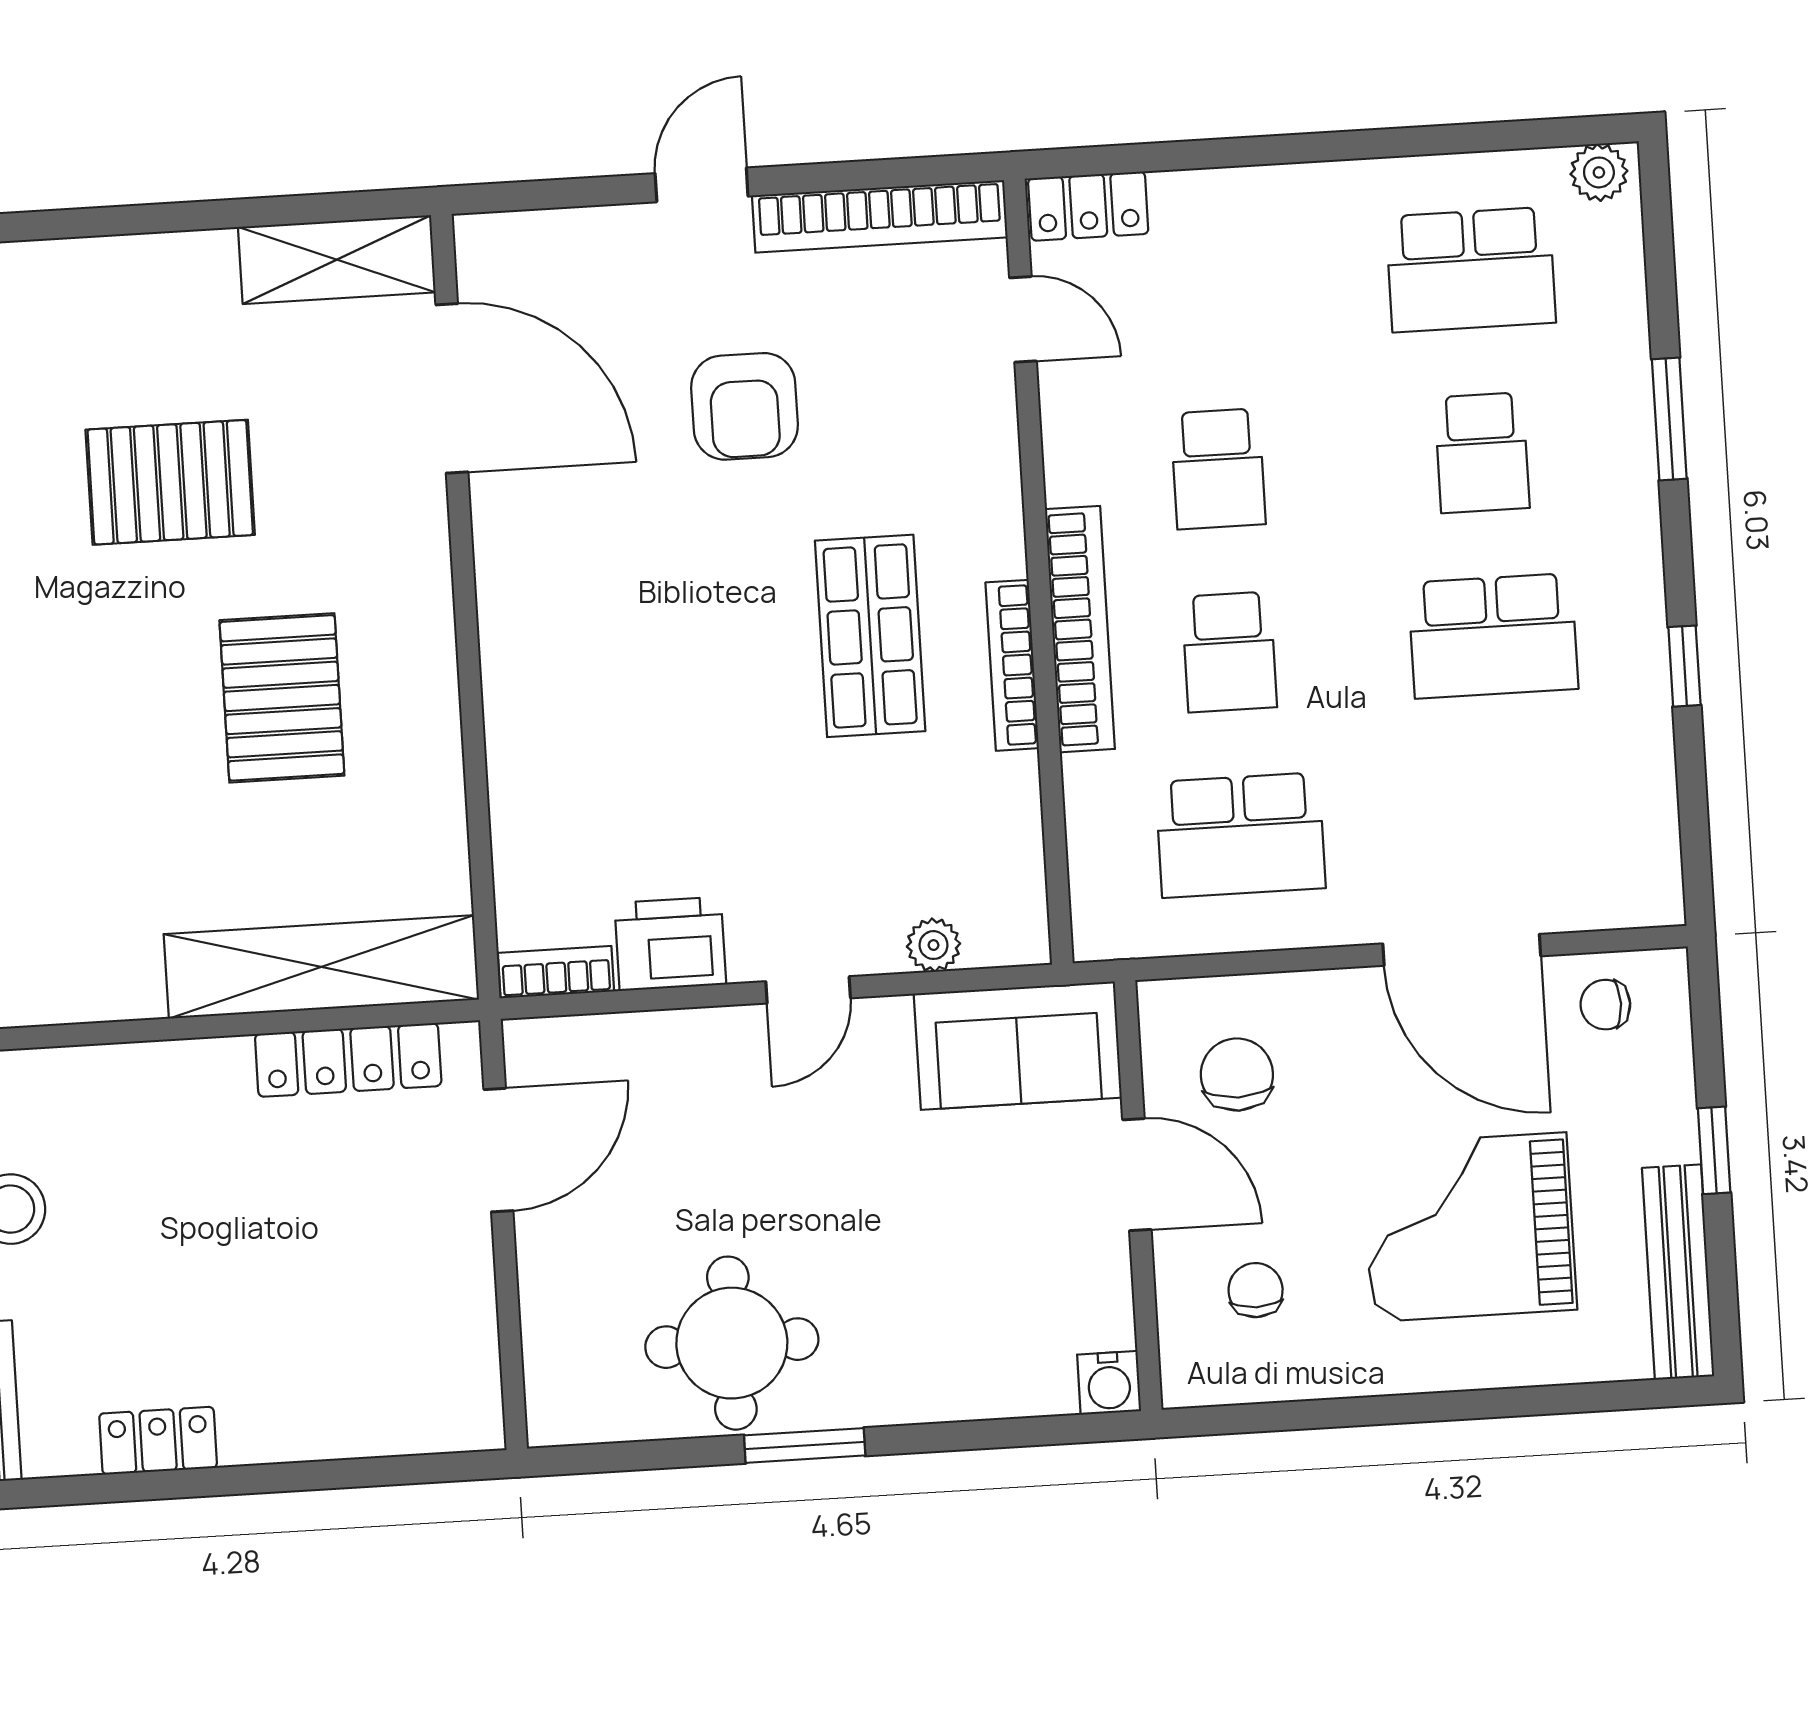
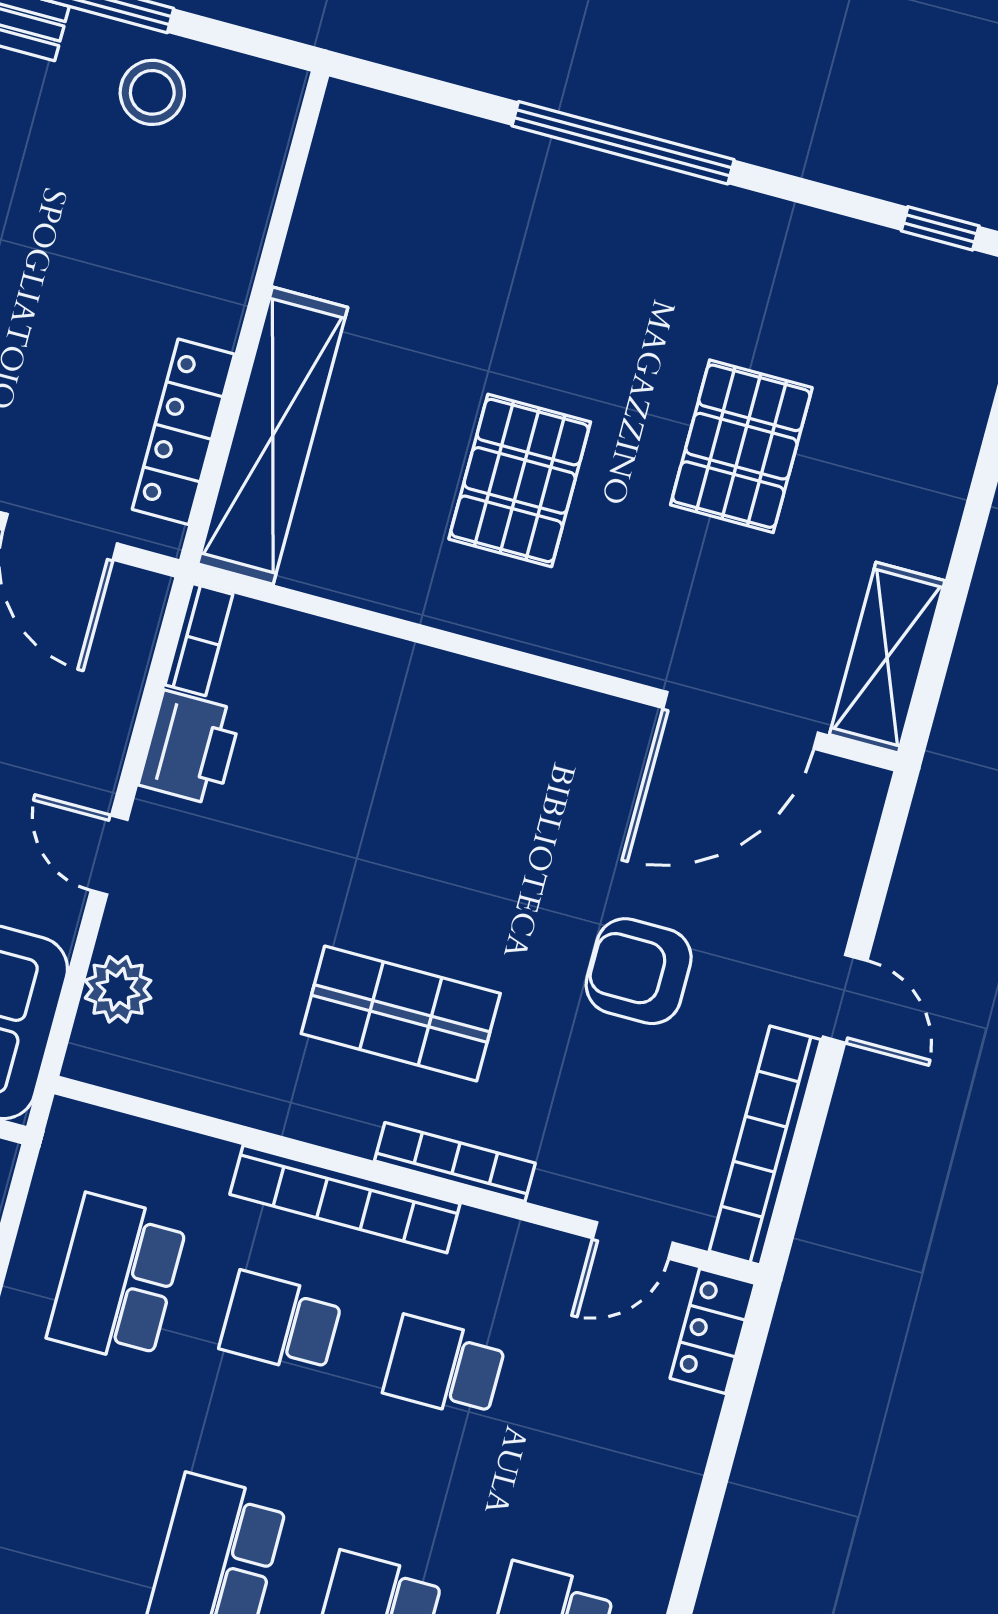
bookcase: (1012, 665) -> (455, 1162), moved
pallet: (282, 698) -> (520, 480), turned 90
plant: (934, 945) -> (118, 989), width x1.38, depth x1.38

